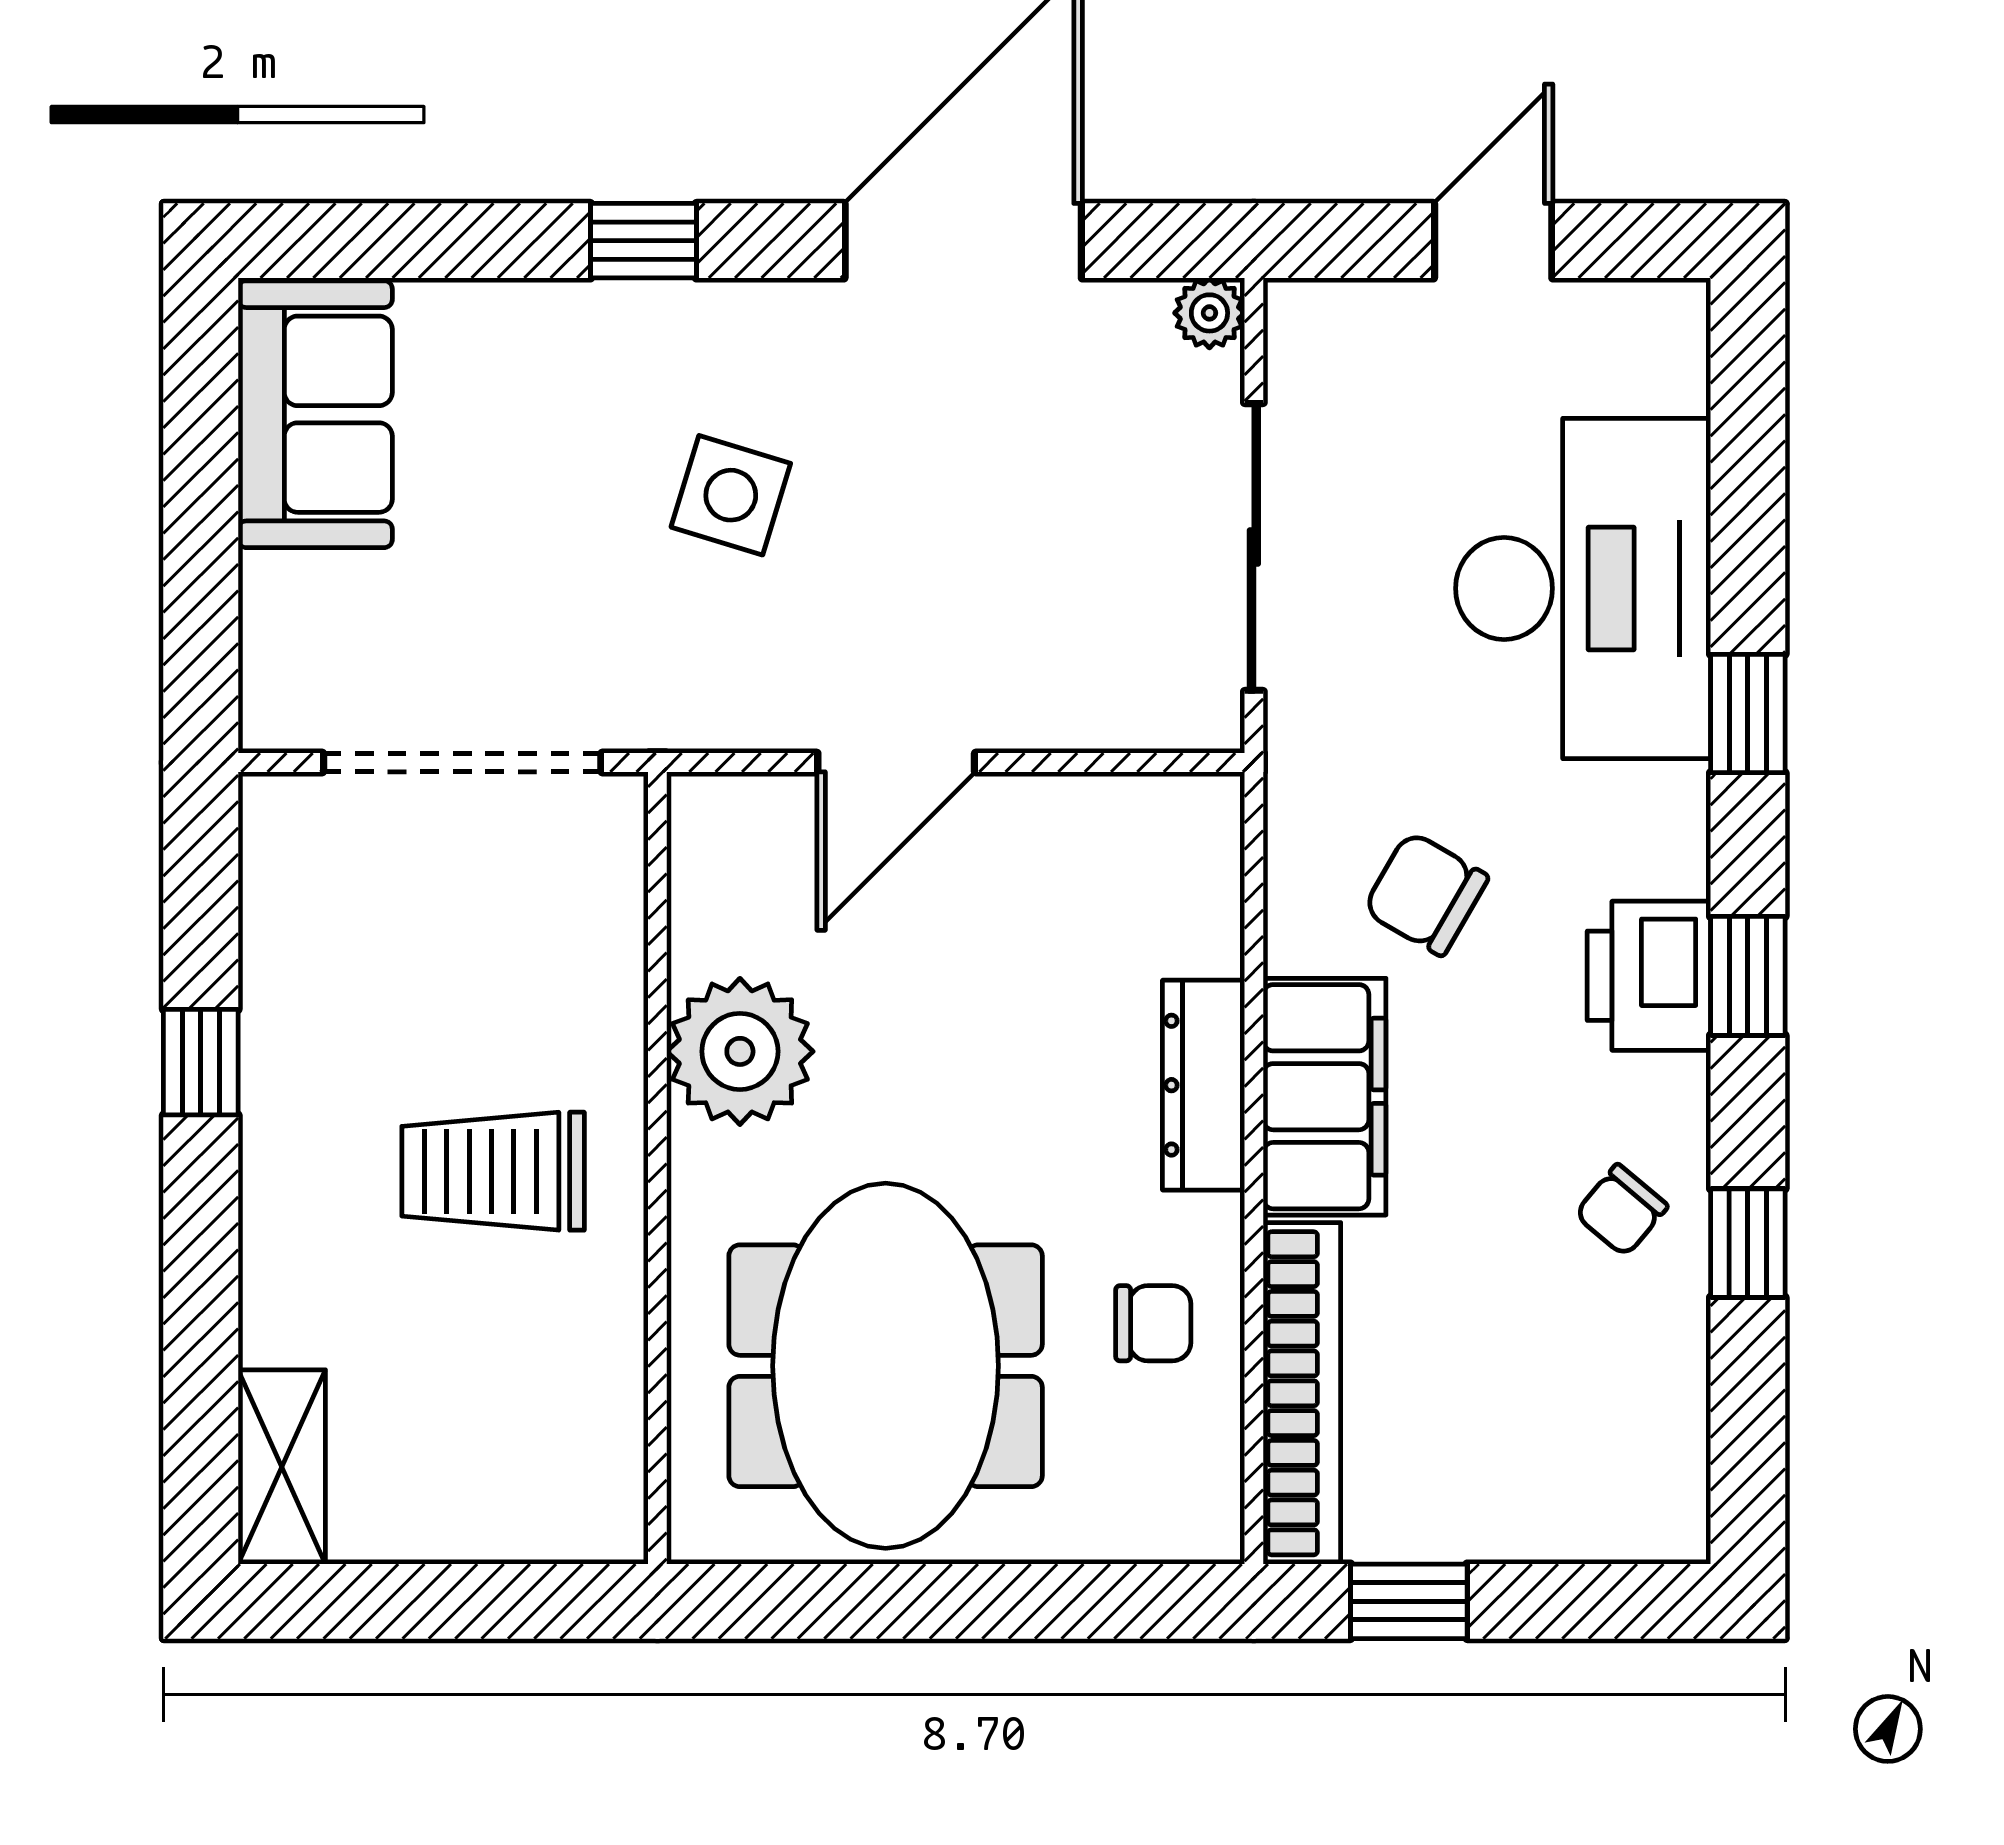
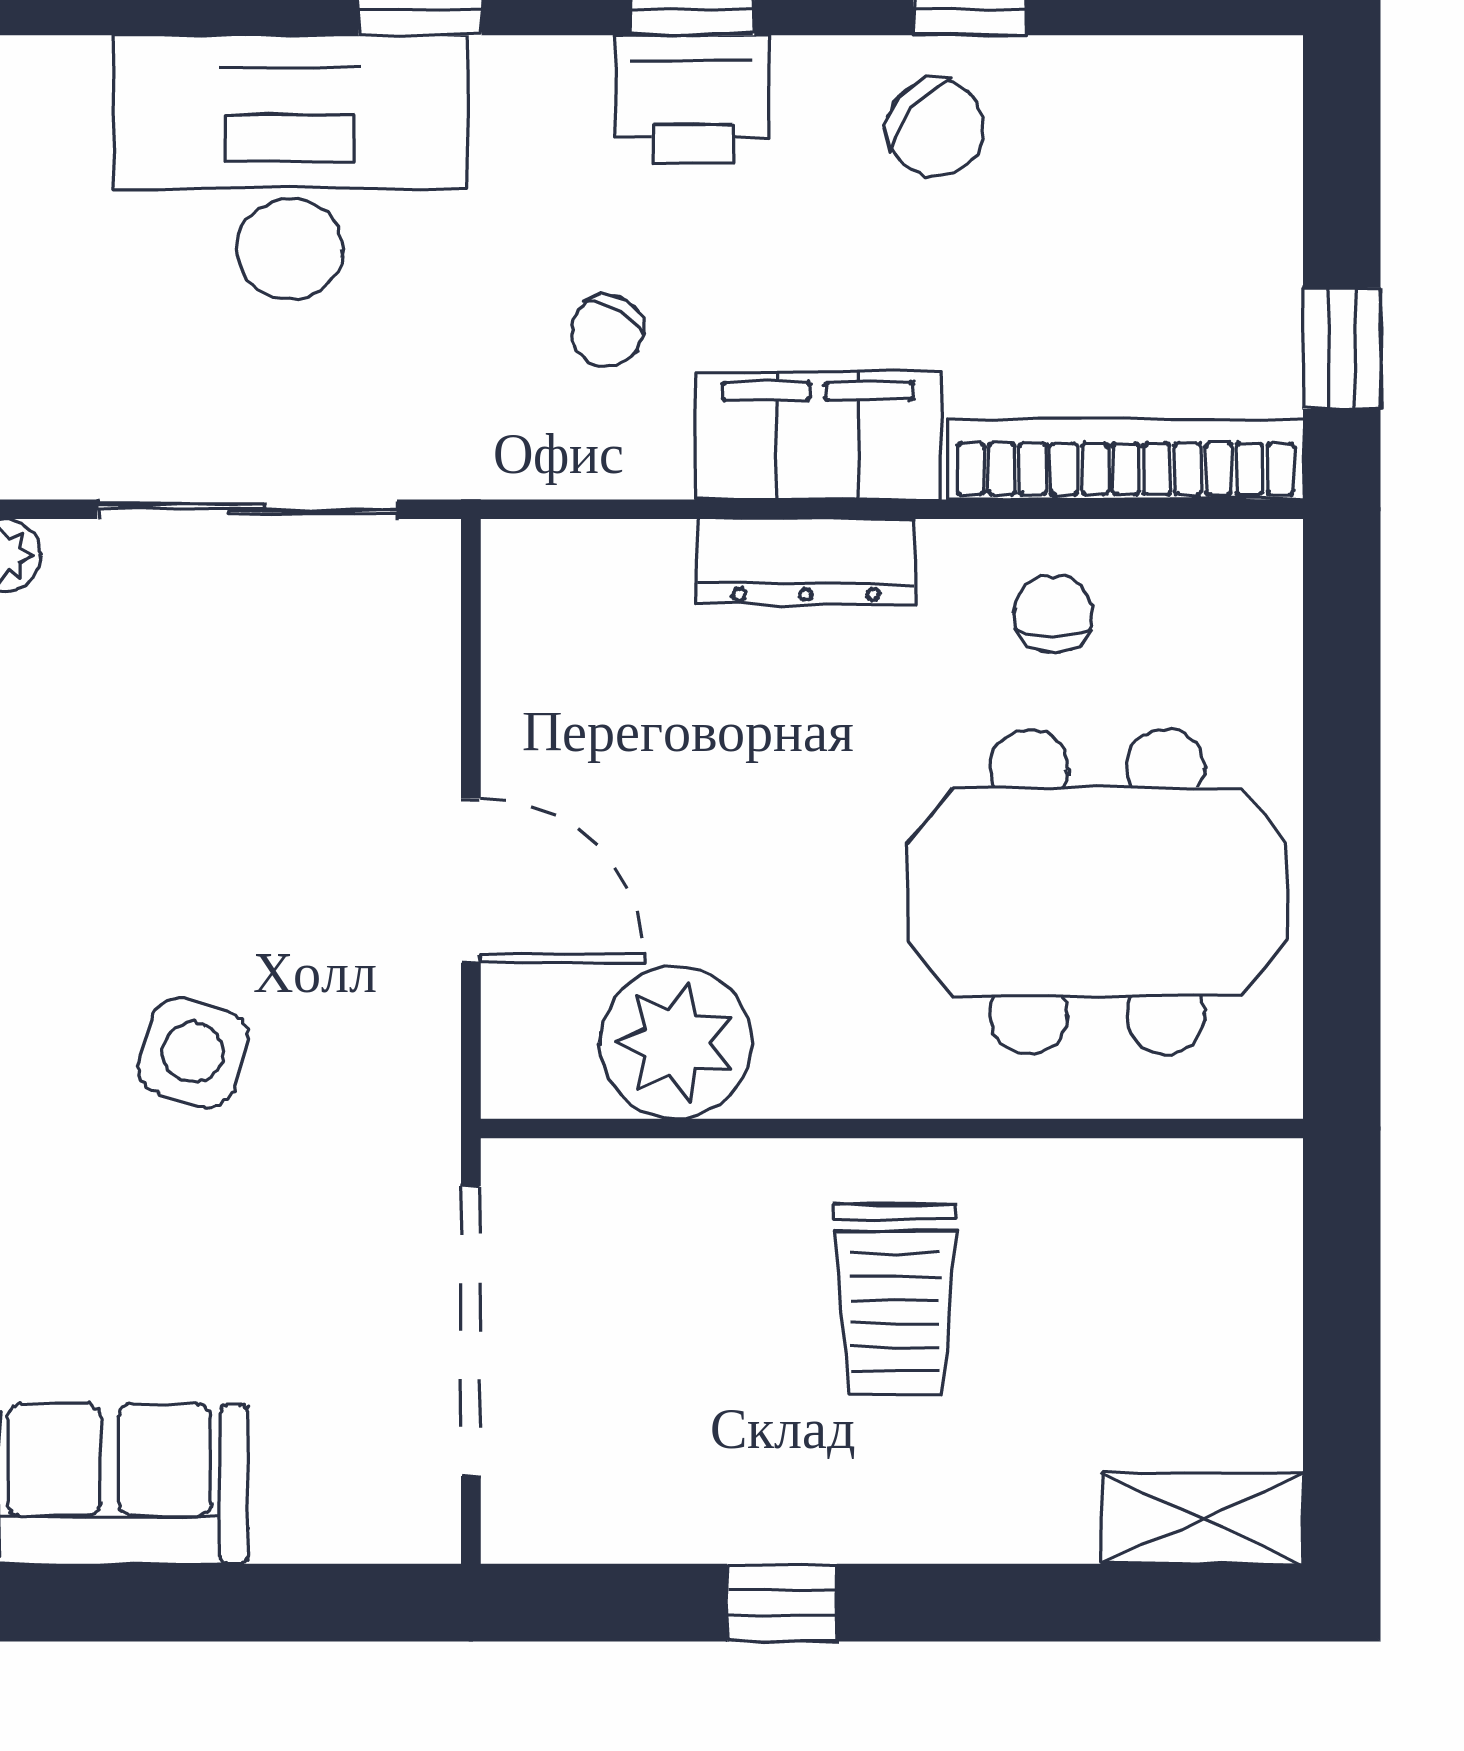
chair: (1426, 894) -> (607, 331), width x0.73, depth x0.73
plant: (740, 1051) -> (676, 1043), moved
chair: (1621, 1210) -> (936, 128), width x1.37, depth x1.37

